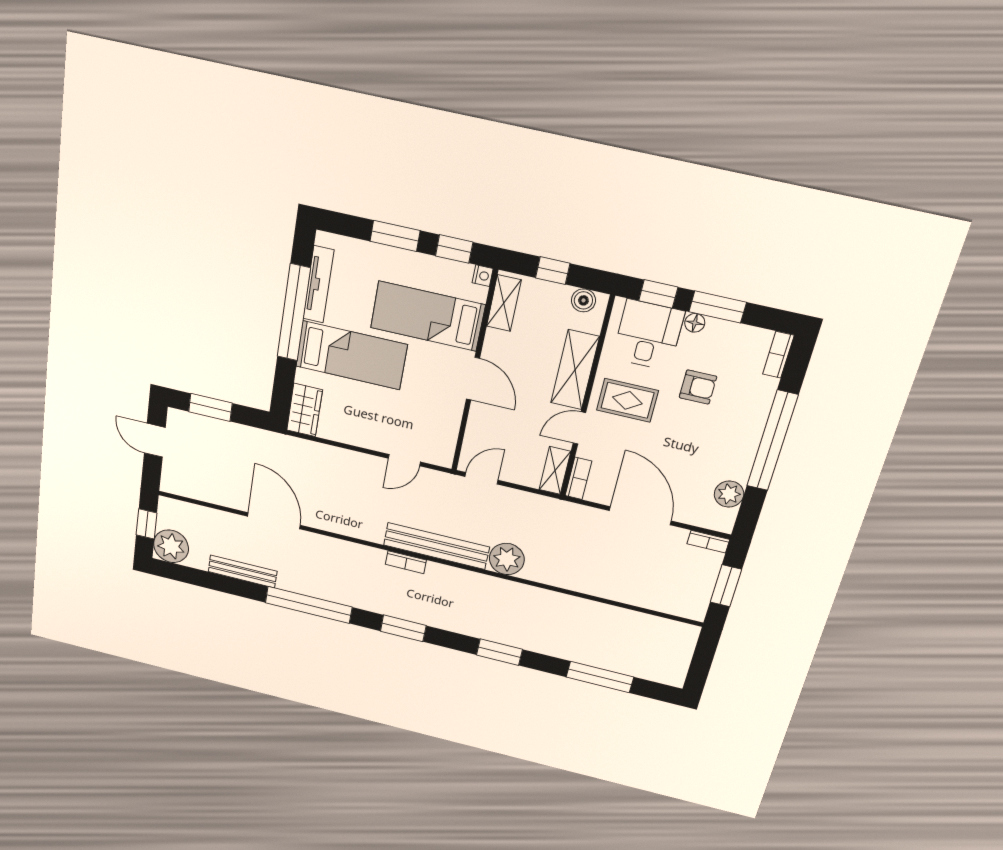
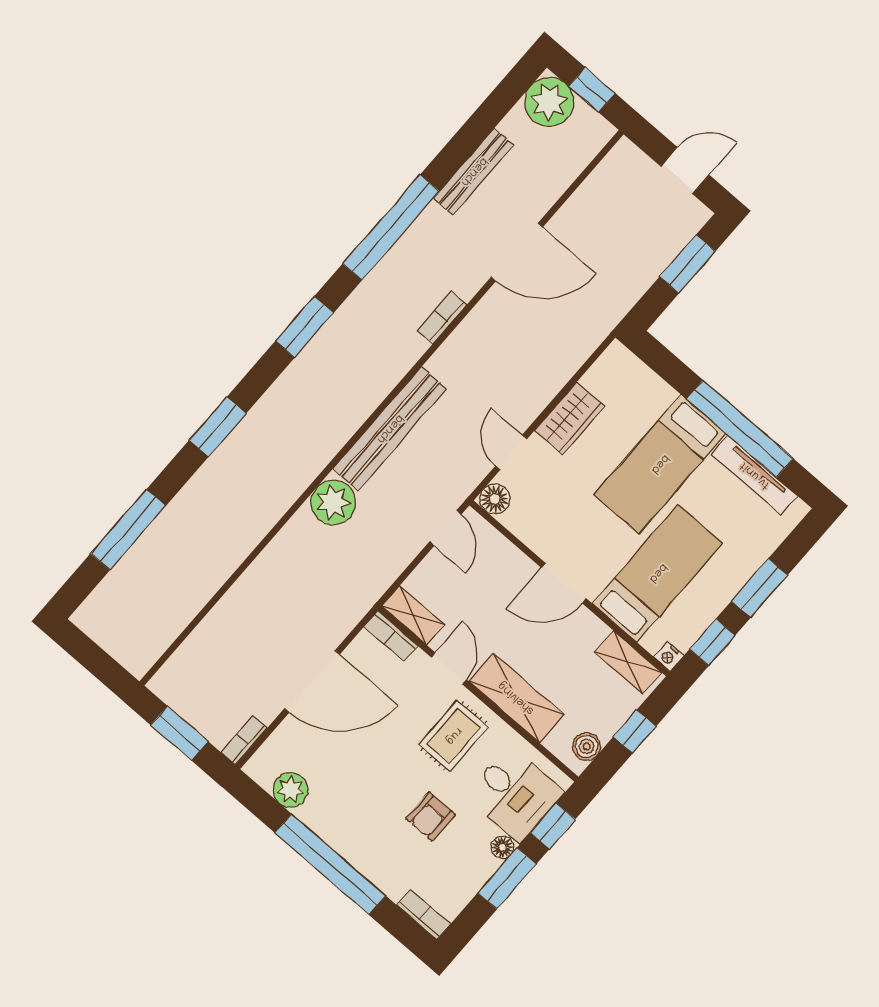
wardrobe: (305, 410) -> (570, 418), moved, turned -90
floor lamp: (442, 455) -> (495, 499), added
bookcase: (406, 562) -> (442, 318), moved

